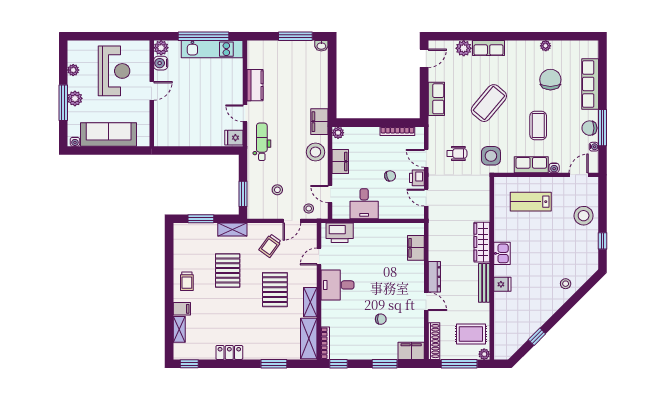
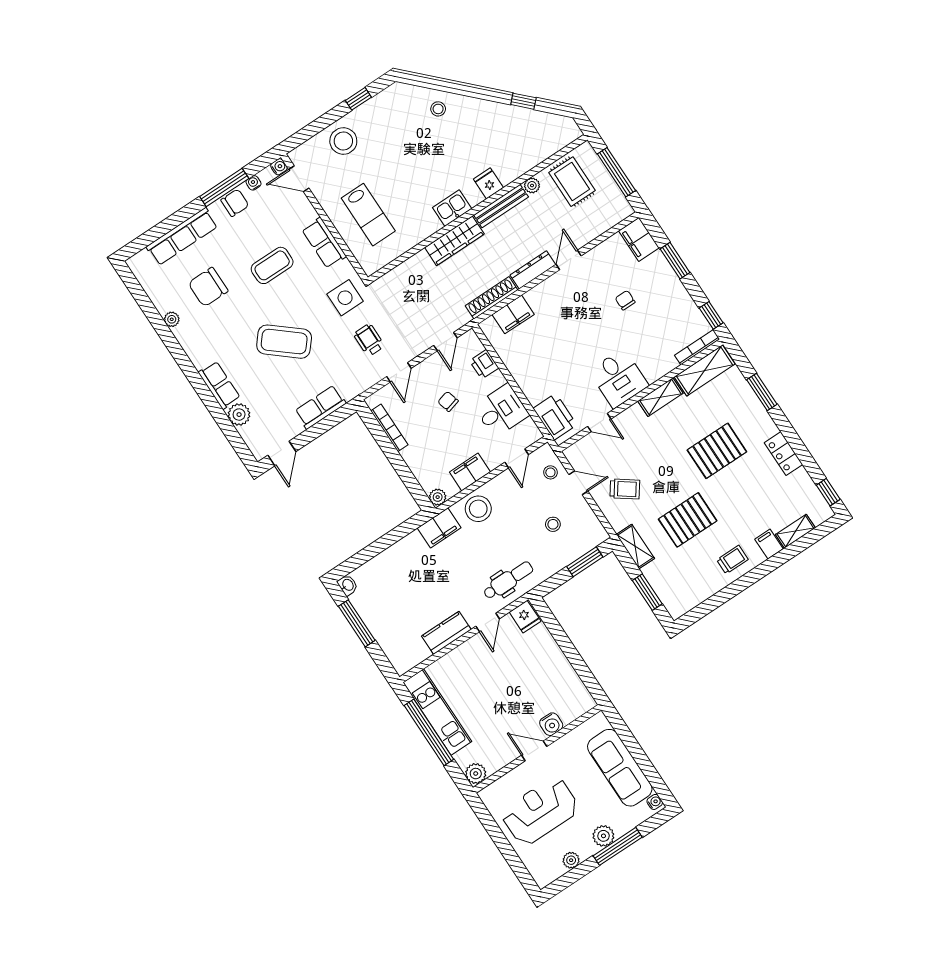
door: (424, 58) -> (282, 453), swing flipped
water cooler: (161, 63) -> (551, 724), moved
chair: (589, 128) -> (235, 203), turned -90
dental chair: (262, 142) -> (508, 580), turned 180
water cooler: (554, 168) -> (279, 167), moved
printer: (417, 178) -> (484, 364), moved, turned 90
pallet: (275, 290) -> (717, 451), moved
shoe rack: (434, 341) -> (492, 298), moved
plant: (484, 354) -> (532, 185), moved

